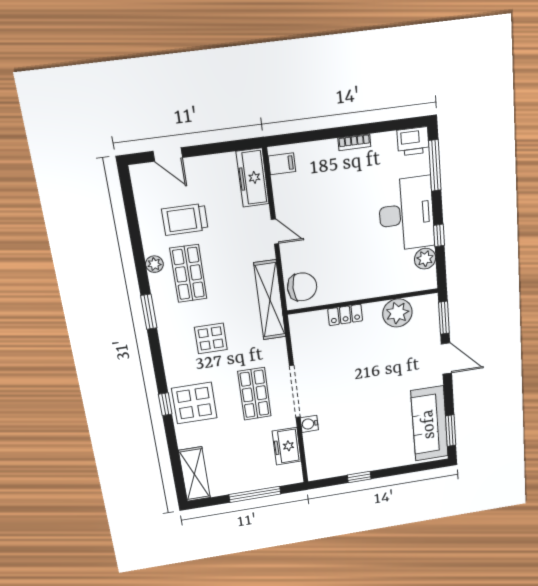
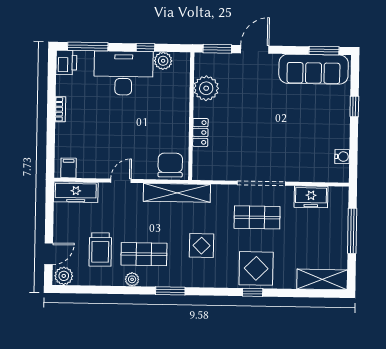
plant: (143, 178) -> (64, 276), added
water cooler: (309, 424) -> (342, 157), moved, turned -90
window: (359, 477) -> (354, 106), moved

